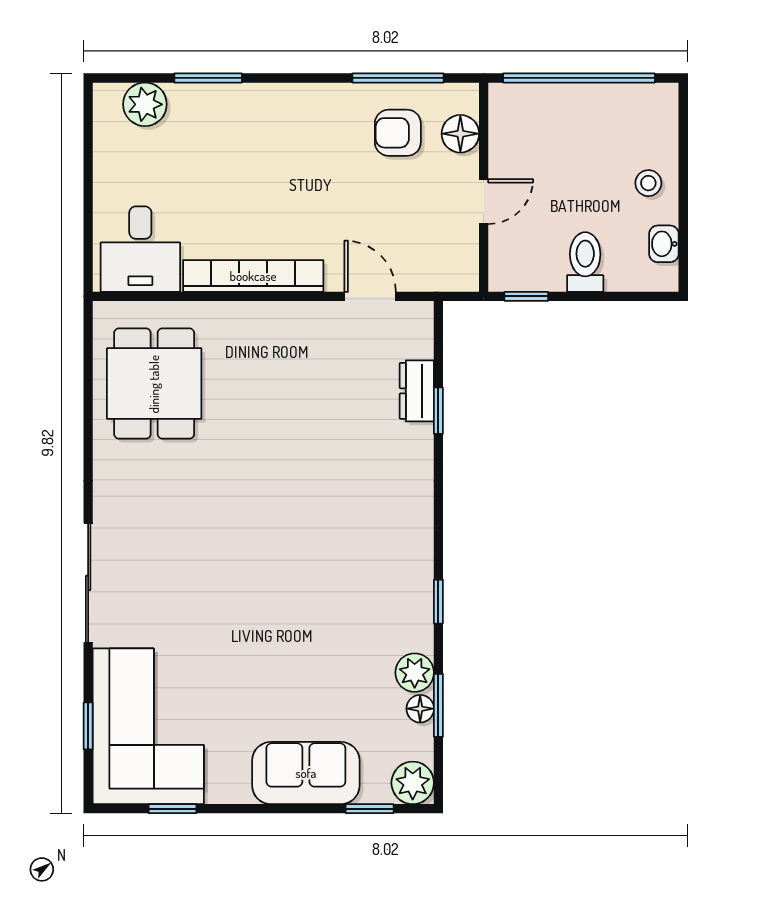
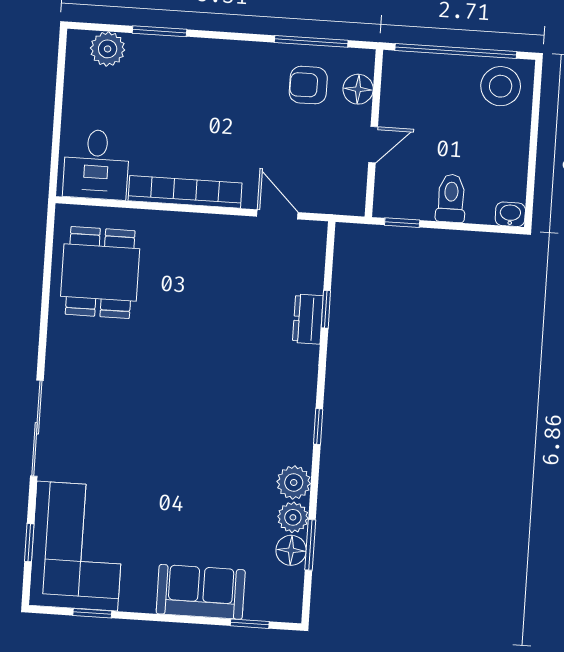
stool: (648, 183) -> (501, 86), moved, width x1.89, depth x1.89
washbasin: (664, 244) -> (510, 214), moved, turned 90
dresser: (417, 391) -> (308, 319), moved
window: (438, 602) -> (318, 427), moved
floor lamp: (420, 709) -> (291, 550), width x1.37, depth x1.37
plant: (413, 783) -> (294, 482), moved

